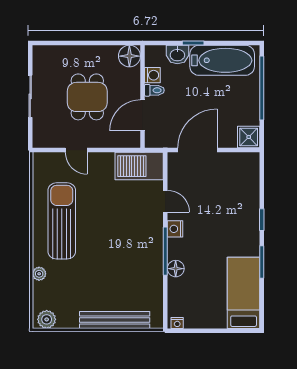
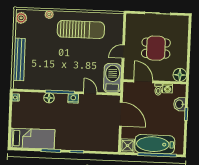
bathtub: (222, 60) -> (155, 144), moved, turned 90
door: (76, 150) -> (123, 52), moved
door: (165, 201) -> (90, 93), swing flipped

